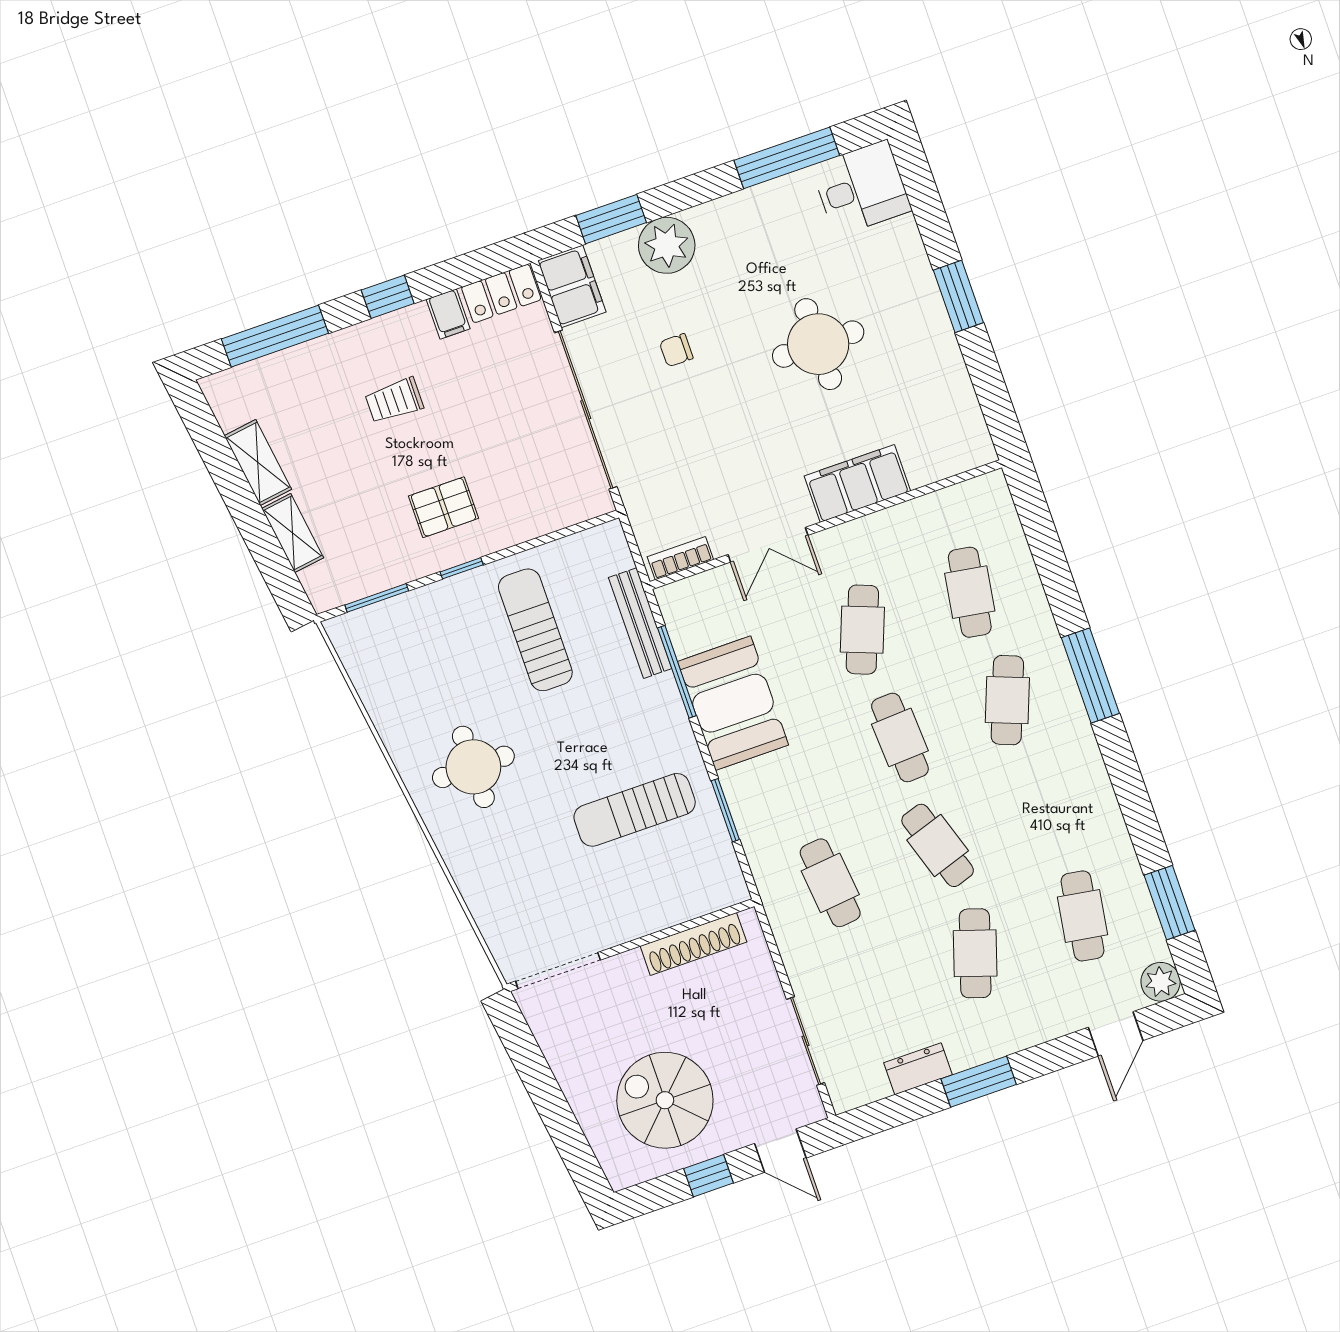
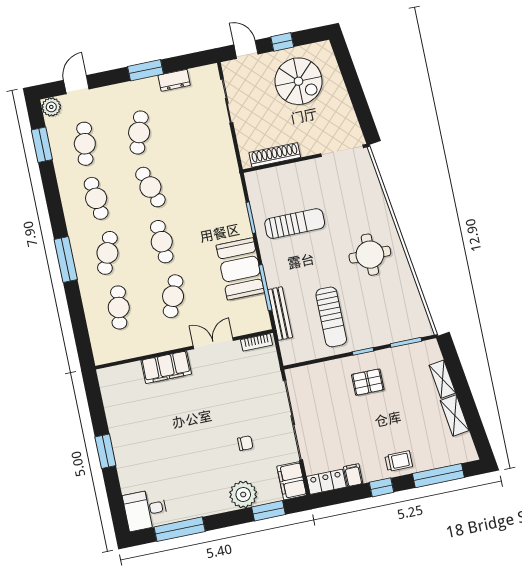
round table: (818, 344) -> (176, 437), removed
trolley: (394, 401) -> (399, 461), moved
cafe table: (830, 883) -> (96, 198), moved

